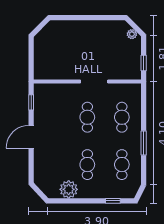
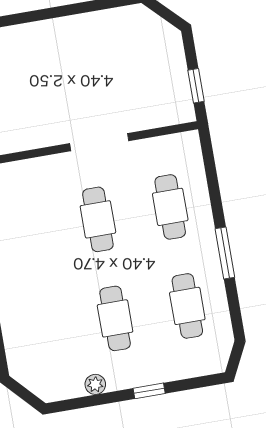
plant: (132, 34) -> (161, 30), removed
plant: (69, 189) -> (95, 384), width x0.53, depth x0.53
window: (113, 201) -> (149, 391), moved

